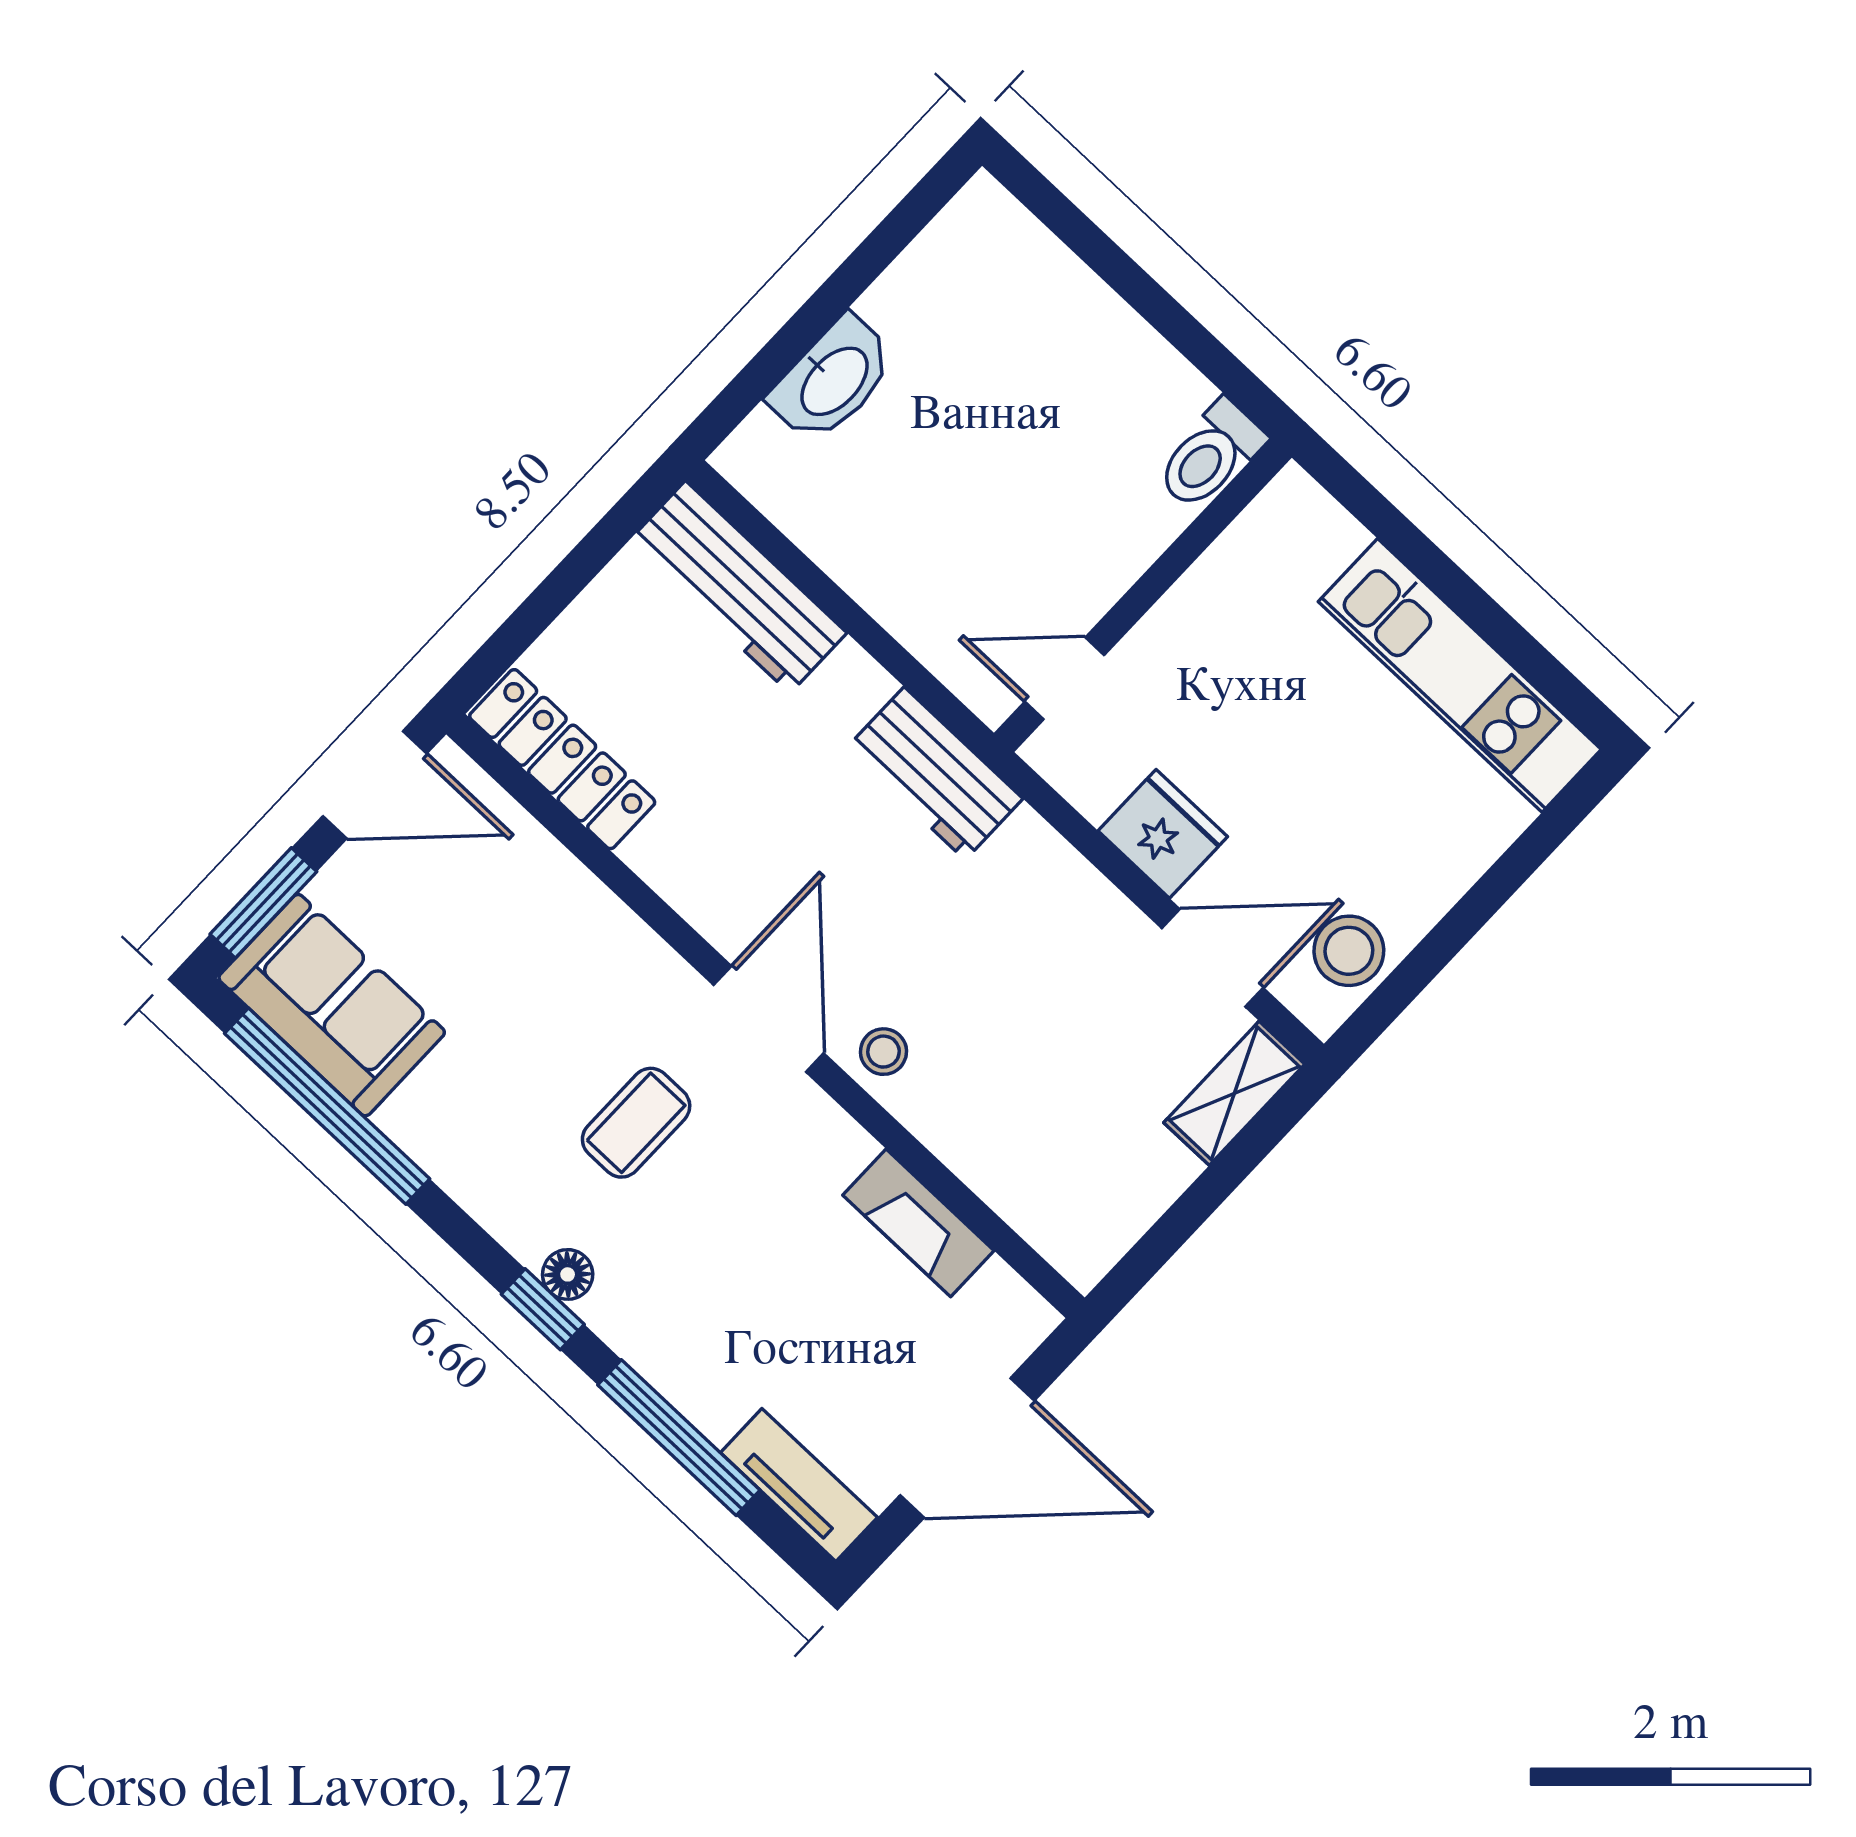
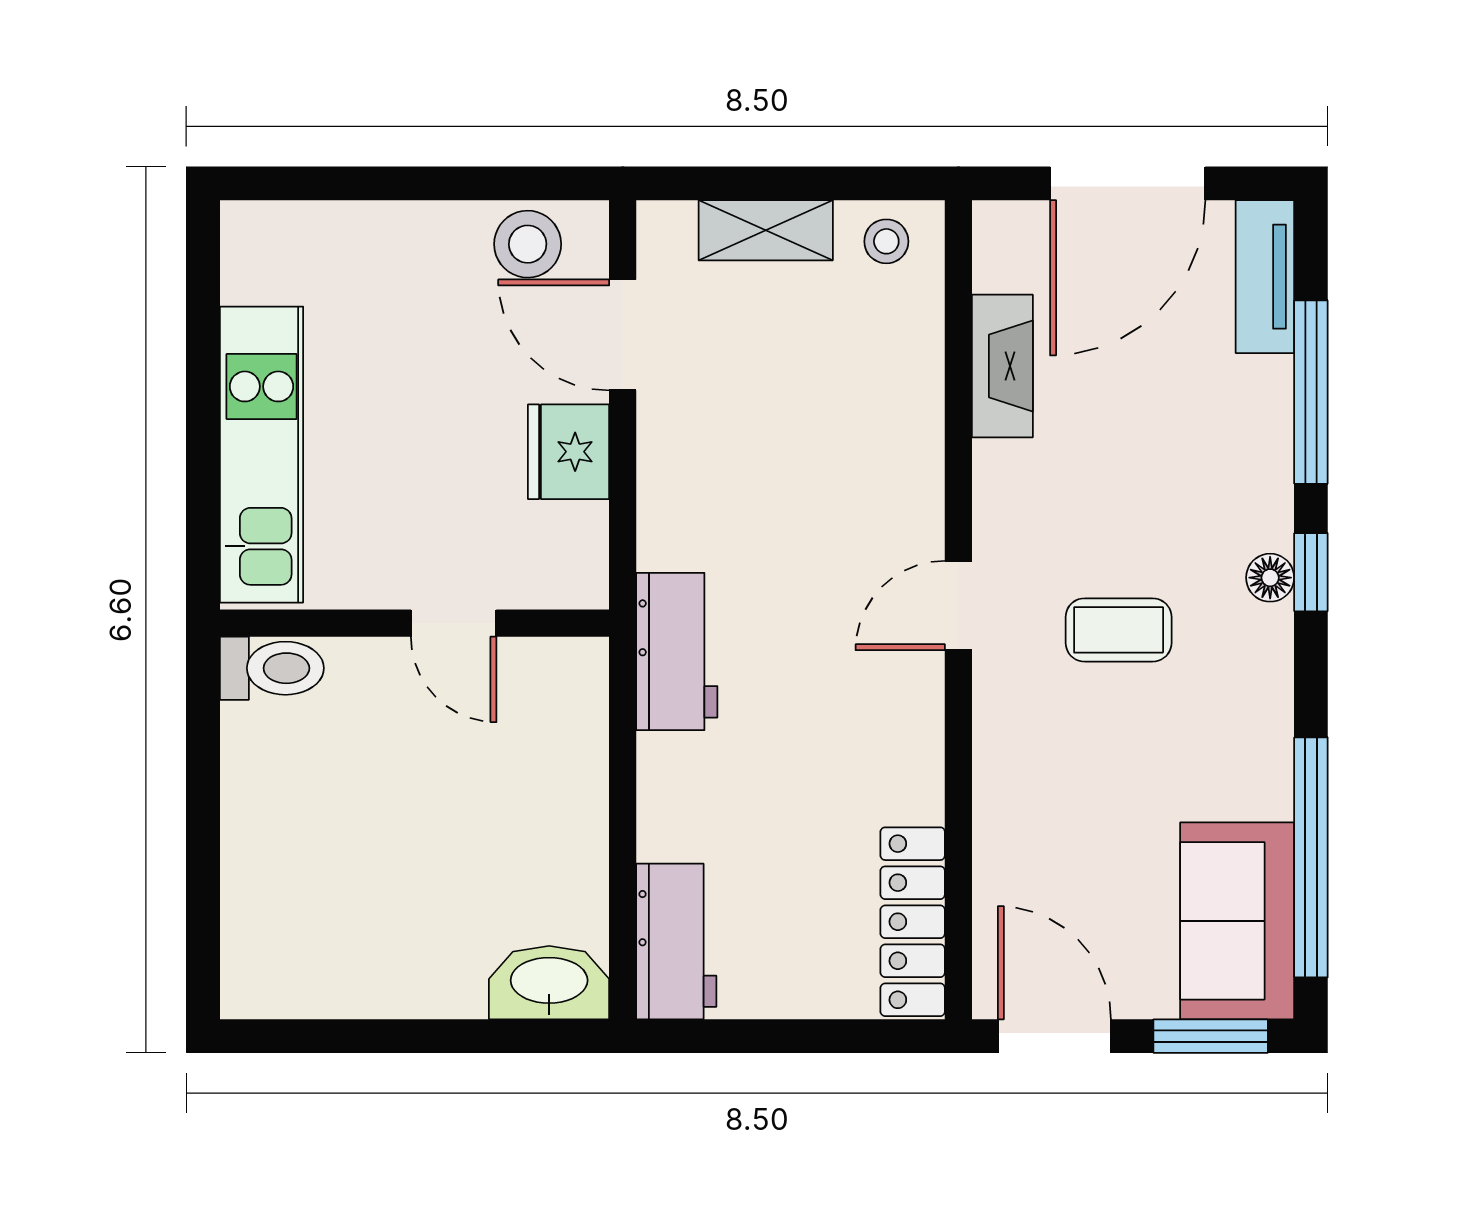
washbasin: (833, 380) -> (549, 983), moved
workbench: (738, 587) -> (676, 942), width x0.73
kitchen unit: (1460, 675) -> (262, 455), moved
door: (1065, 678) -> (454, 623), moved
door: (769, 1019) -> (958, 606), width x0.73
stool: (884, 1052) -> (886, 241), moved
shelving: (1234, 1093) -> (766, 230), moved
door: (967, 1448) -> (1128, 183), swing flipped

